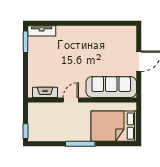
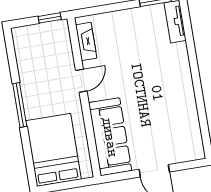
door: (71, 100) -> (81, 81), hinge flipped
window: (25, 131) -> (50, 18), moved

